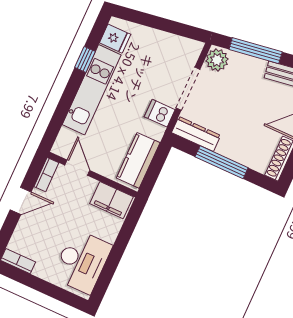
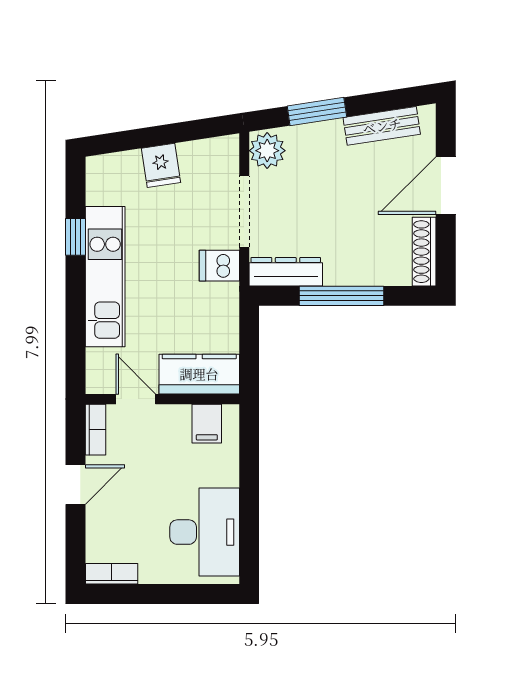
fridge: (115, 39) -> (161, 165), moved, turned 81
window: (256, 51) -> (317, 111), width x0.69
kitchen counter: (138, 160) -> (199, 374), moved, turned 90
filing cabinet: (111, 200) -> (207, 424), width x0.50

